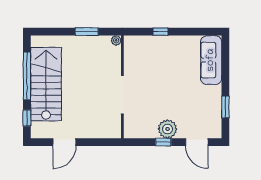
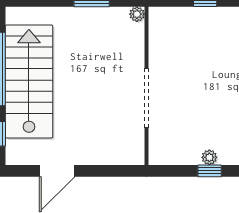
plant: (168, 129) -> (209, 157), width x0.53, depth x0.53

